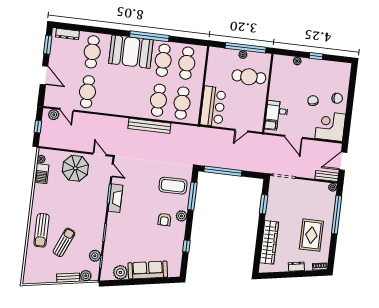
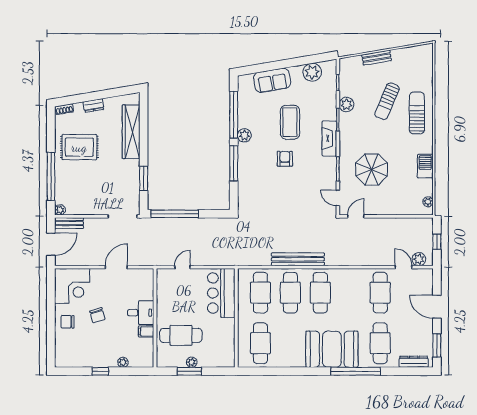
window: (149, 36) -> (356, 371), moved
window: (246, 48) -> (189, 371), width x0.47
cafe table: (163, 60) -> (320, 293), moved
desk: (277, 111) -> (141, 313), moved
filing cabinet: (271, 125) -> (146, 331), moved
door: (294, 137) -> (116, 267), hinge flipped
door: (100, 154) -> (356, 216), swing flipped
parasol: (75, 168) -> (372, 170), moved
window: (223, 171) -> (175, 214), moved
barbecue: (42, 174) -> (425, 166), moved
coffee table: (173, 186) -> (290, 122), moved, turned 90
window: (192, 196) -> (234, 163), moved
fireplace: (115, 198) -> (329, 138), moved
plant: (181, 216) -> (244, 135), moved
armchair: (164, 219) -> (285, 159), moved
rug: (311, 235) -> (79, 147), turned 90
window: (186, 246) -> (234, 115), width x3.17
plant: (95, 256) -> (346, 105), moved
sofa: (148, 270) -> (272, 80), width x0.73
plant: (86, 276) -> (355, 63), removed

